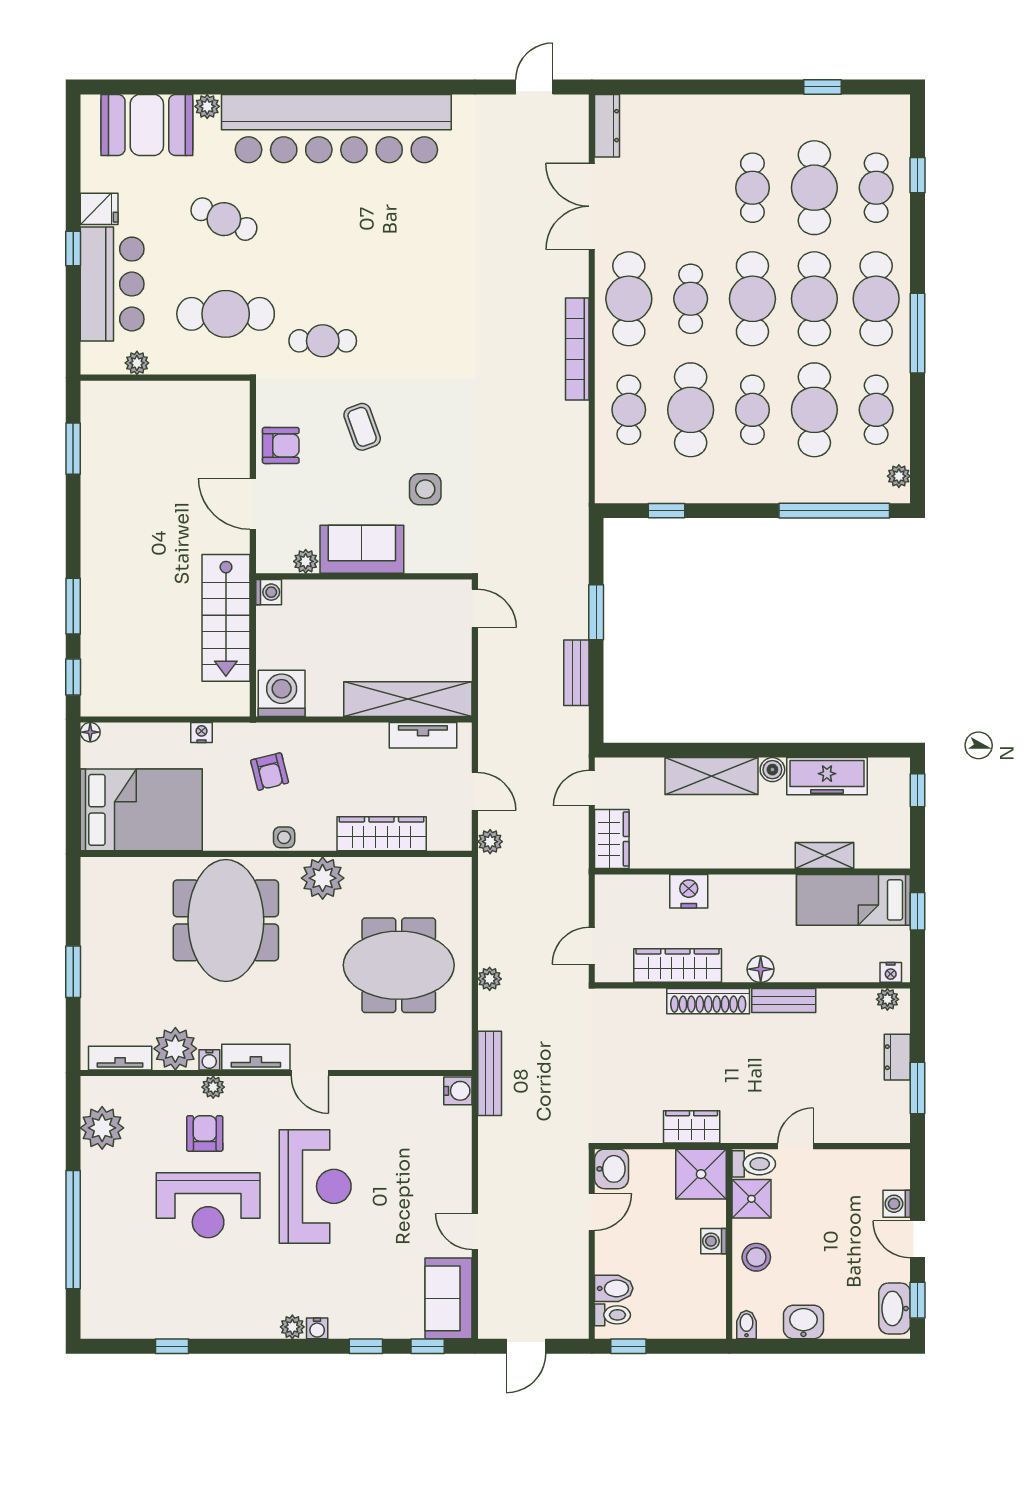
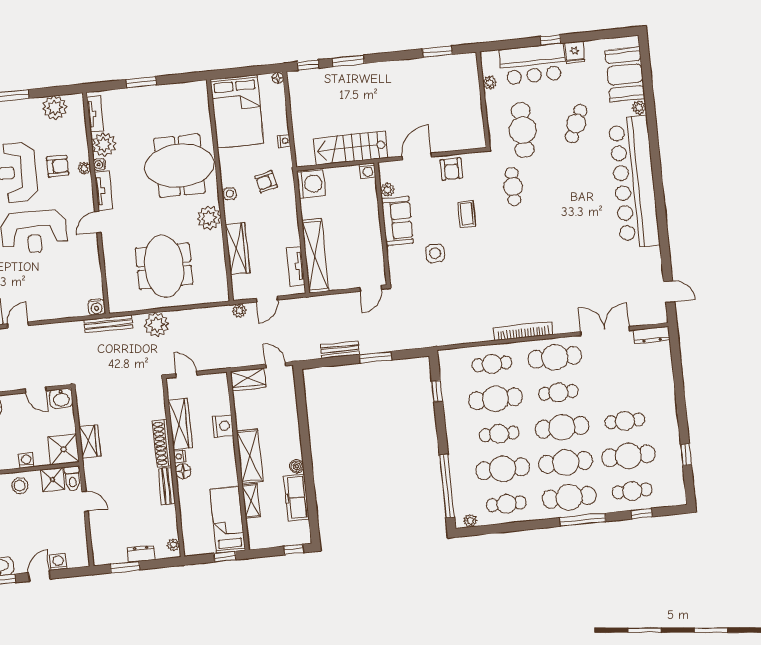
window: (918, 333) -> (583, 520), moved
coffee table: (362, 427) -> (467, 214), turned -70
shelving: (712, 776) -> (250, 456), moved
nightstand: (891, 972) -> (180, 456), moved
plant: (490, 979) -> (157, 325), width x1.88, depth x1.88

